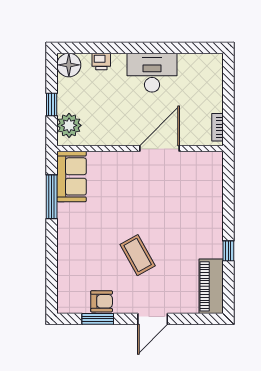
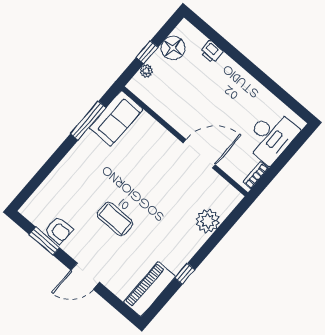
floor lamp: (69, 65) -> (173, 48), moved
desk: (152, 73) -> (271, 136), moved, turned 90
plant: (69, 125) -> (146, 71), width x0.53, depth x0.53
plant: (211, 195) -> (208, 221), added
coffee table: (138, 255) -> (115, 219), turned -61

